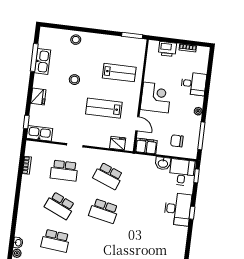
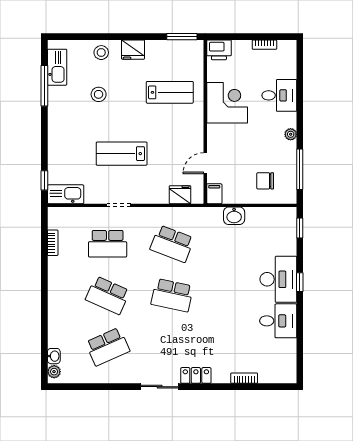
printer: (167, 49) -> (219, 50), moved
kitchen sink: (43, 61) -> (57, 67), moved
stool: (74, 80) -> (99, 94), moved
fridge: (38, 97) -> (133, 50), moved, turned 90
corner desk: (156, 97) -> (227, 103), moved
lab bench: (104, 108) -> (122, 154), moved
door: (137, 124) -> (205, 163), swing flipped
filing cabinet: (146, 146) -> (214, 194), width x0.50
washbasin: (163, 163) -> (234, 216), moved
desk: (182, 172) -> (278, 321), moved, turned 90
school desk: (55, 241) -> (108, 347), turned -30

